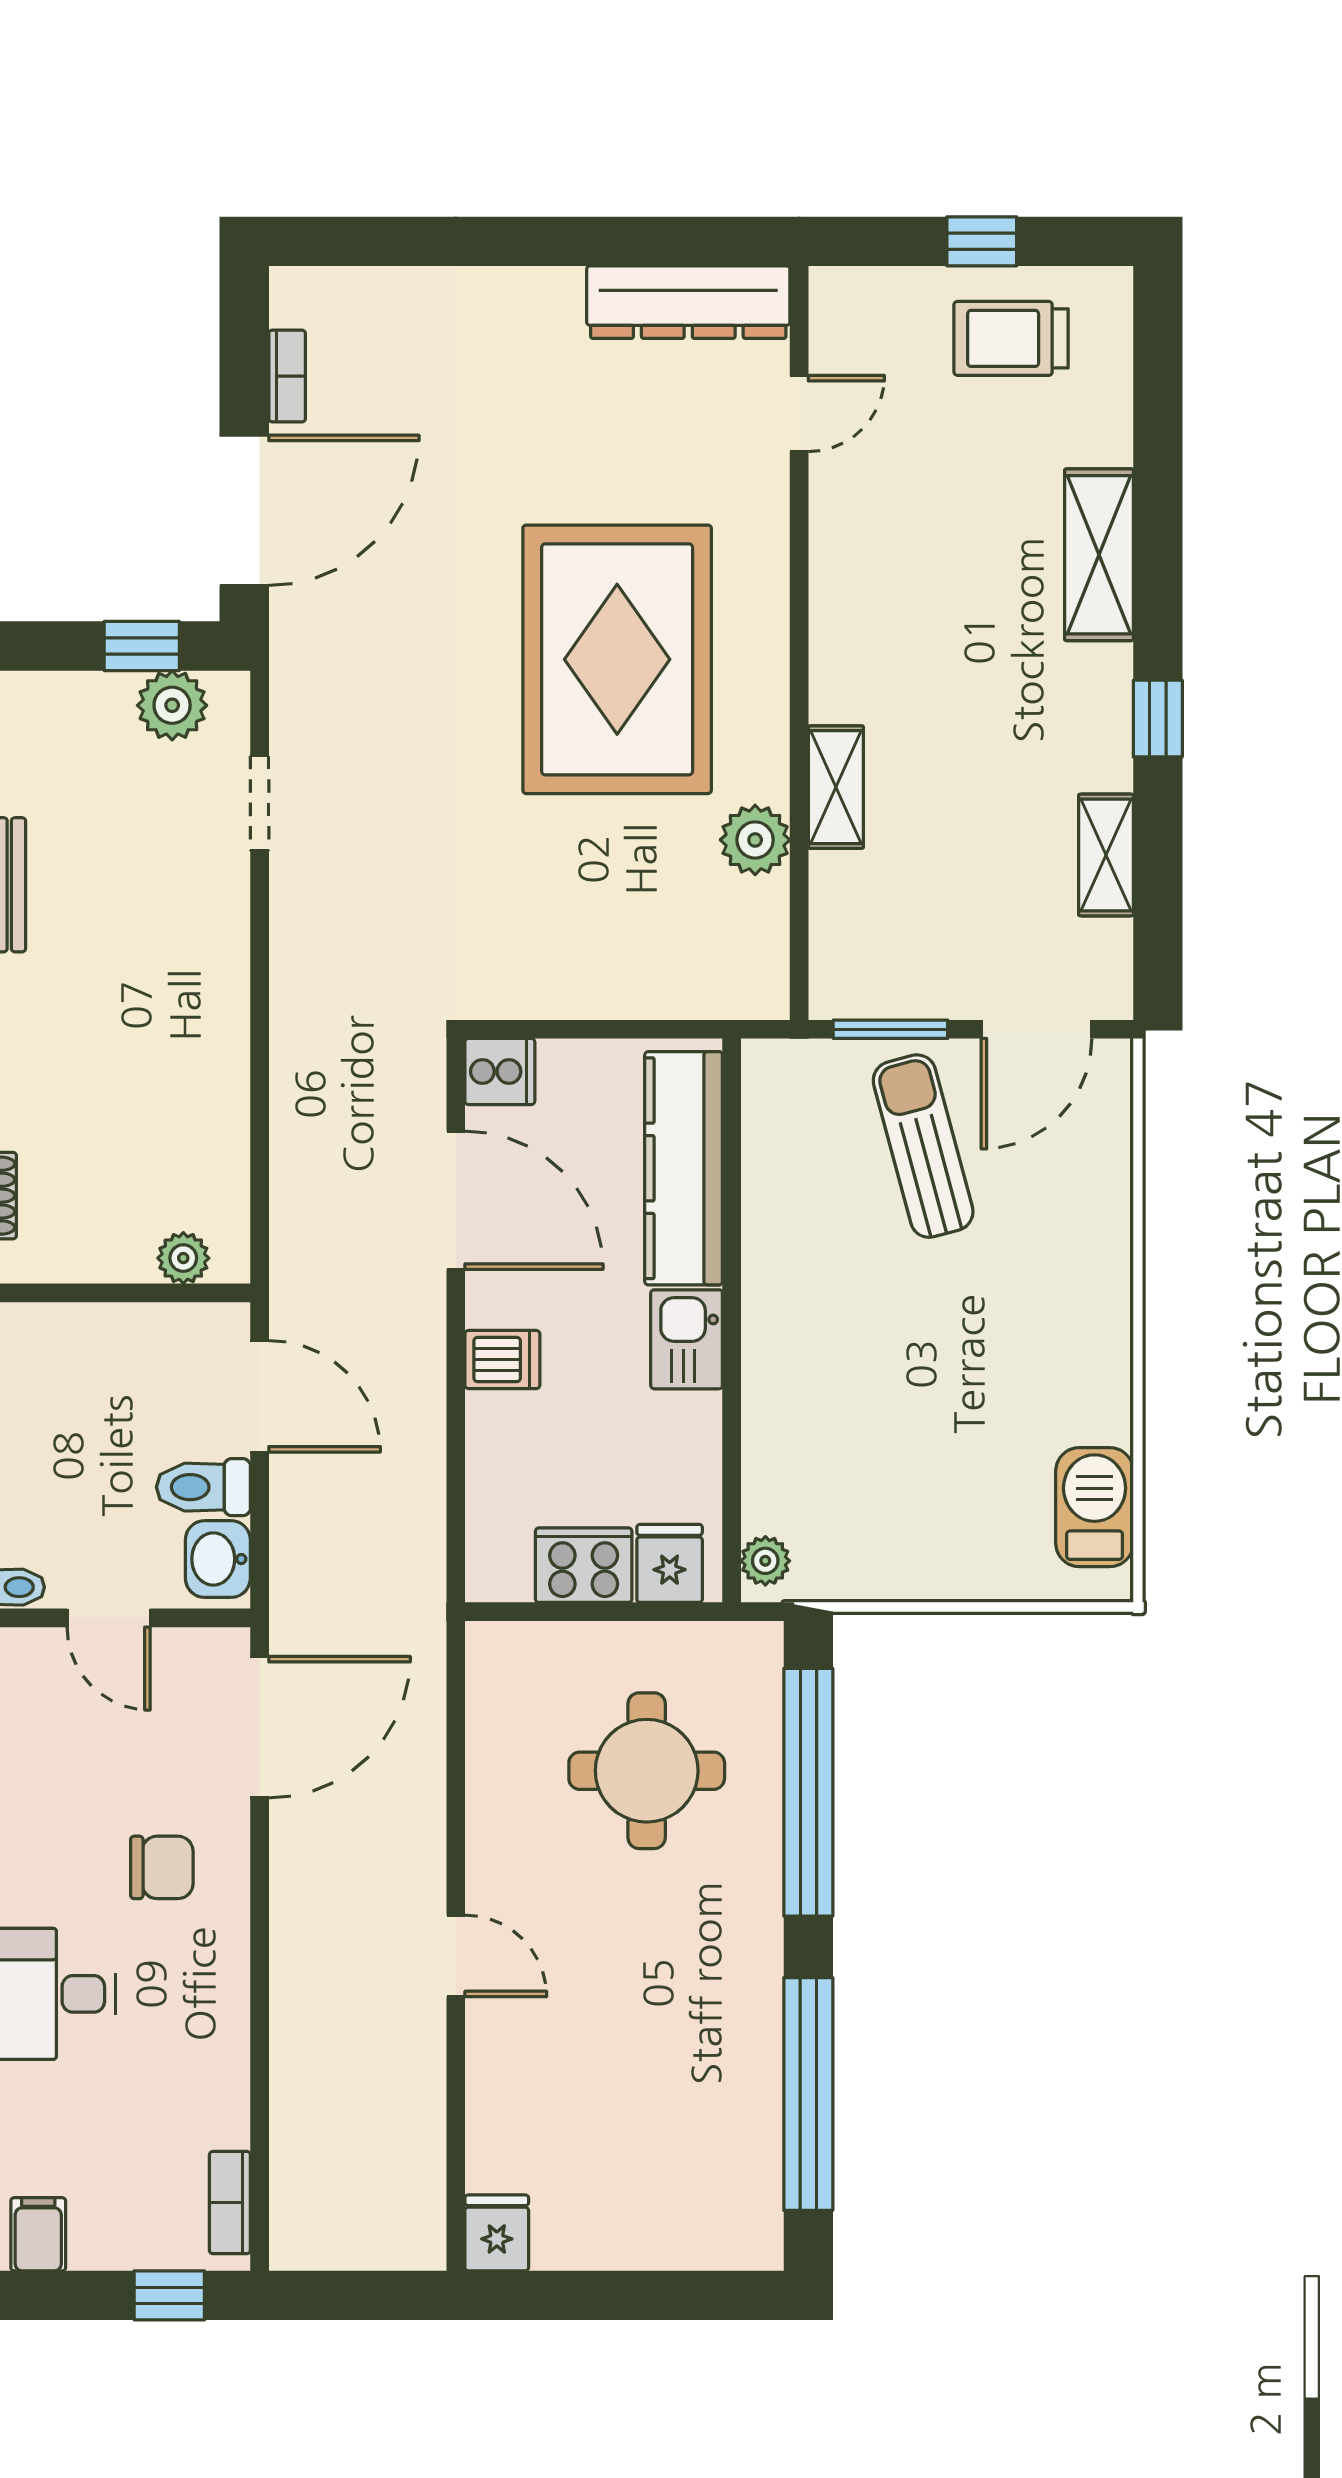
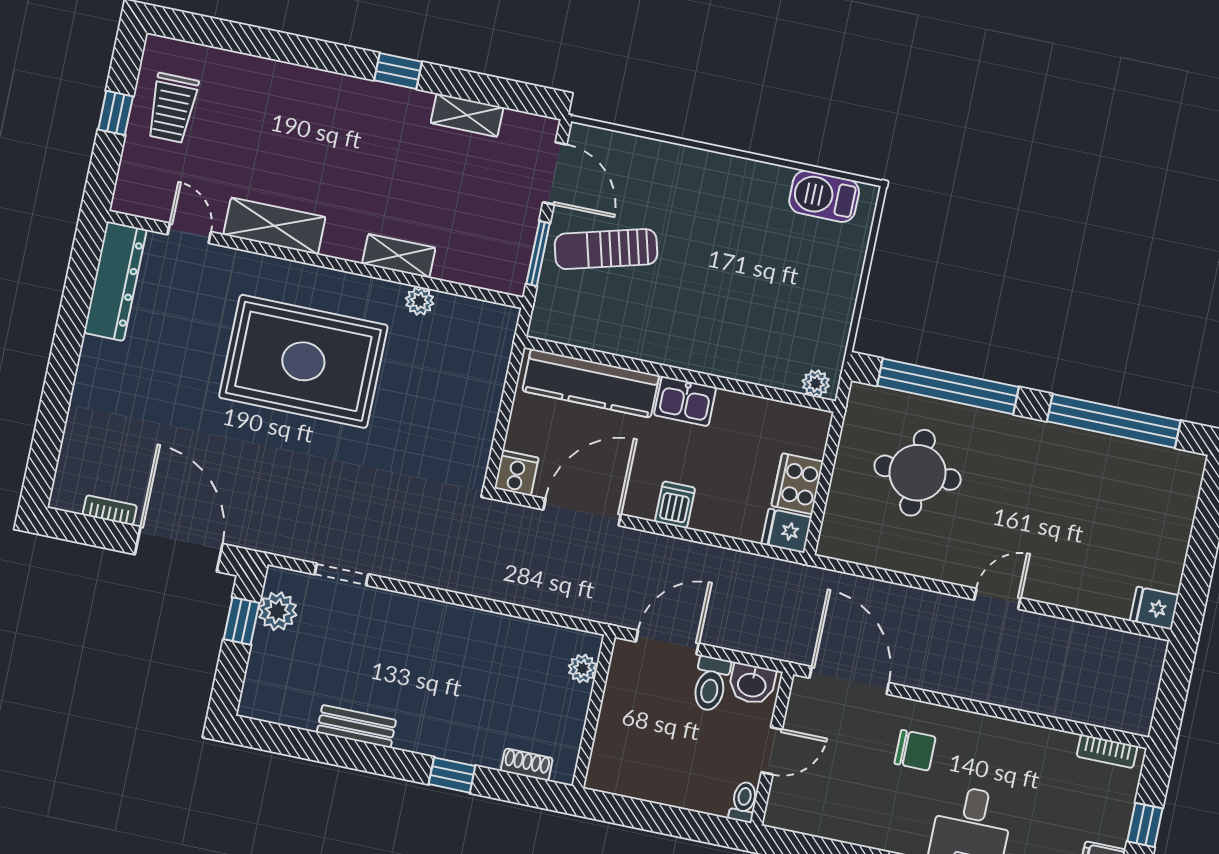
shelving: (1099, 555) -> (274, 226), moved
plant: (755, 840) -> (420, 301), width x0.73, depth x0.73
fridge: (670, 1563) -> (787, 531), moved
chair: (162, 1867) -> (915, 750), turned 90
window: (169, 2295) -> (1145, 825), moved

